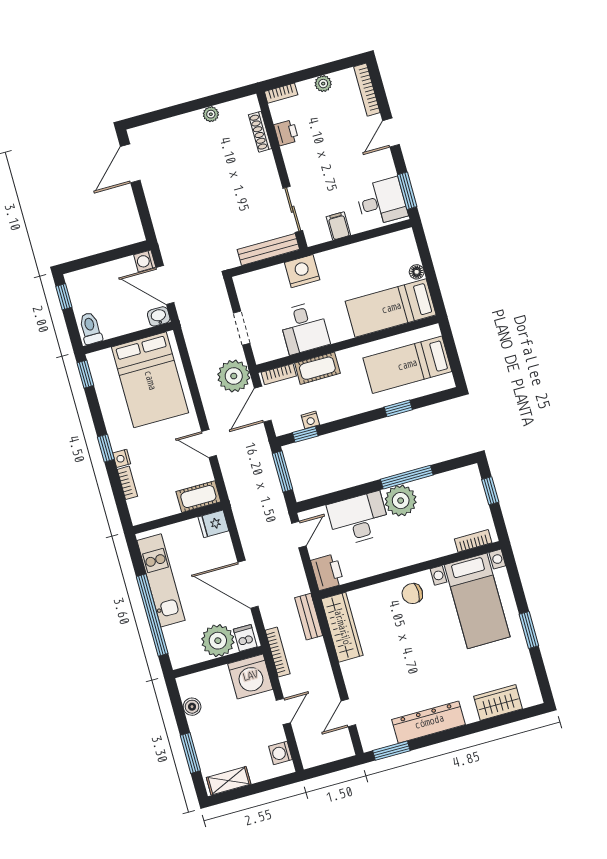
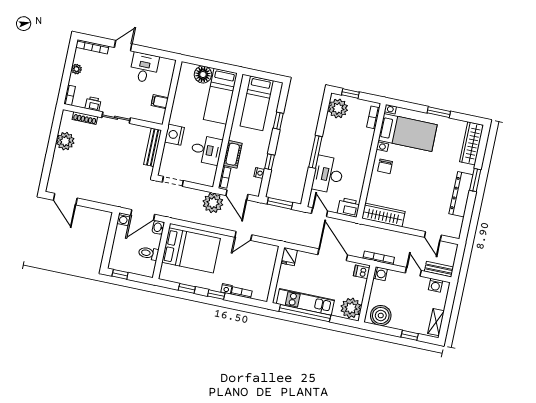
plant: (211, 114) -> (65, 141), width x1.88, depth x1.88
door: (391, 133) -> (123, 46), swing flipped
window: (407, 191) -> (160, 53), removed
desk: (382, 202) -> (144, 68), moved
sliding door: (293, 209) -> (116, 118), moved
floor lamp: (417, 272) -> (203, 75), width x1.89, depth x1.89
toilet: (90, 328) -> (148, 253), moved
doorway: (242, 328) -> (173, 181), moved
window: (85, 374) -> (187, 288), moved
window: (305, 434) -> (270, 162), moved
window: (407, 477) -> (315, 152), moved
cot: (198, 497) -> (270, 257), removed
plant: (401, 501) -> (338, 108), moved
door: (248, 584) -> (333, 255), swing flipped
window: (152, 615) -> (305, 313), moved
bench: (309, 617) -> (439, 269), moved
plant: (218, 641) -> (351, 308), moved
washing machine: (250, 676) -> (380, 274), width x0.53, depth x0.53
wardrobe: (498, 703) -> (472, 143), width x1.50
boiler: (192, 707) -> (381, 316), width x1.86, depth x1.86
window: (391, 751) -> (475, 180), moved
window: (190, 753) -> (410, 335), width x0.67

